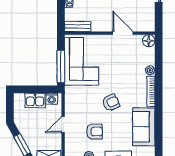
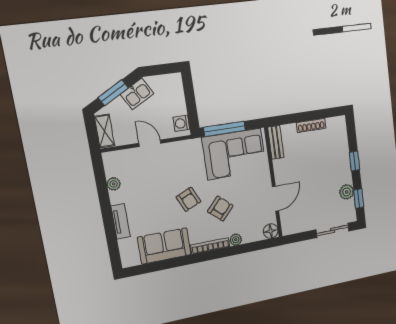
kitchen sink: (35, 100) -> (137, 94), moved, turned -119
armchair: (95, 132) -> (220, 209), moved, turned -138

